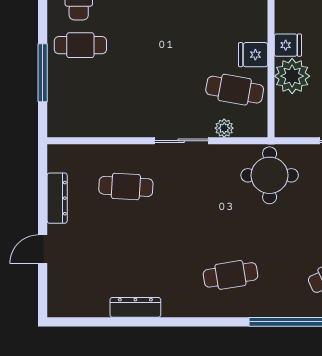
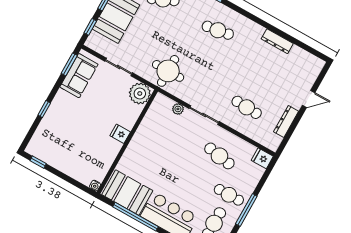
fridge: (253, 55) -> (262, 158), moved, turned 180
window: (43, 73) -> (246, 210), moved
plant: (292, 76) -> (140, 93), moved
cafe table: (235, 90) -> (219, 156), moved

